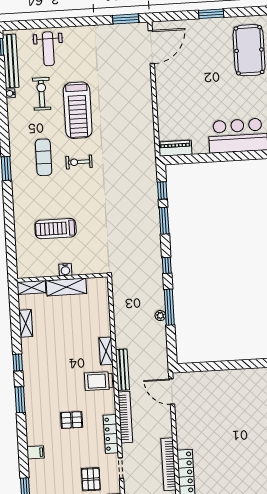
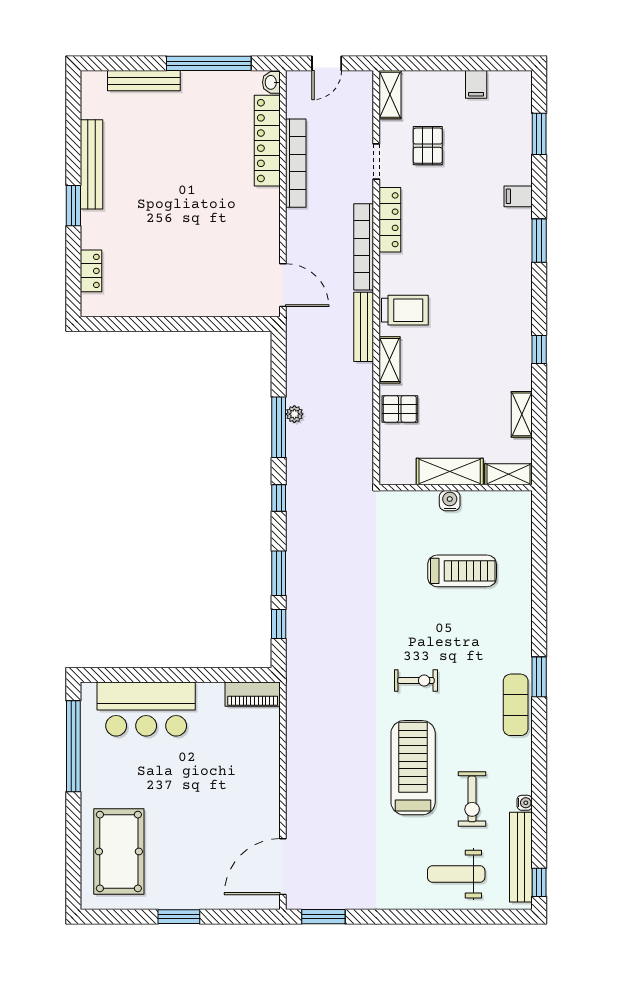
weight bench: (48, 49) -> (456, 874), turned -90
exercise mat: (44, 157) -> (516, 705), moved
window: (20, 400) -> (539, 241), moved
pallet: (72, 420) -> (400, 409), moved

